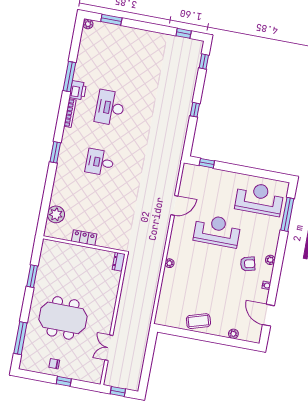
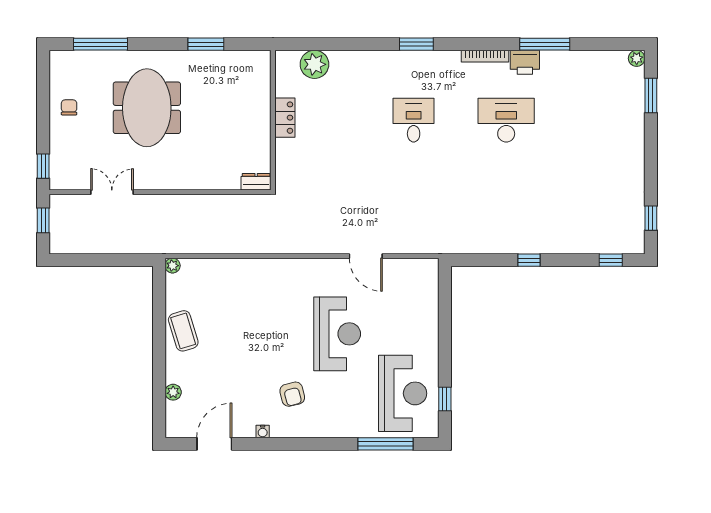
window: (207, 163) -> (445, 399), moved
plant: (270, 260) -> (306, 430), removed
plant: (169, 263) -> (173, 266), moved
window: (64, 381) -> (43, 166), moved

